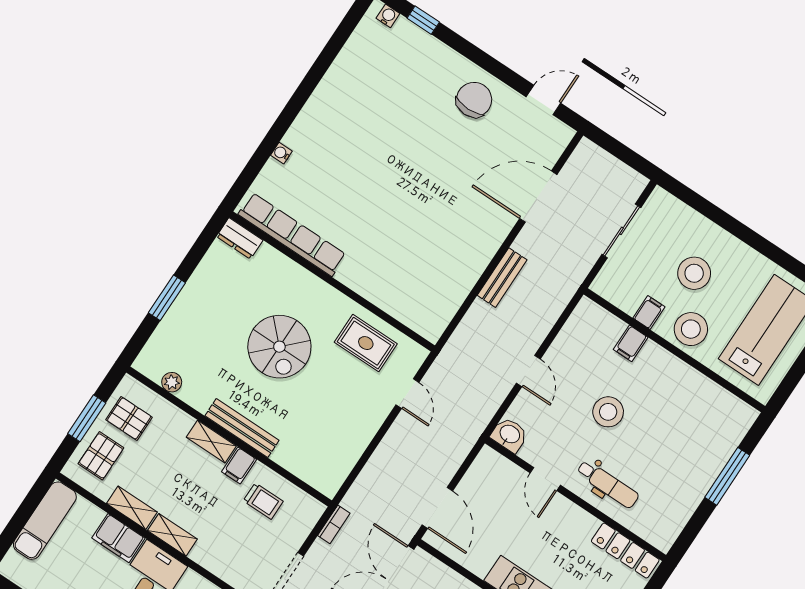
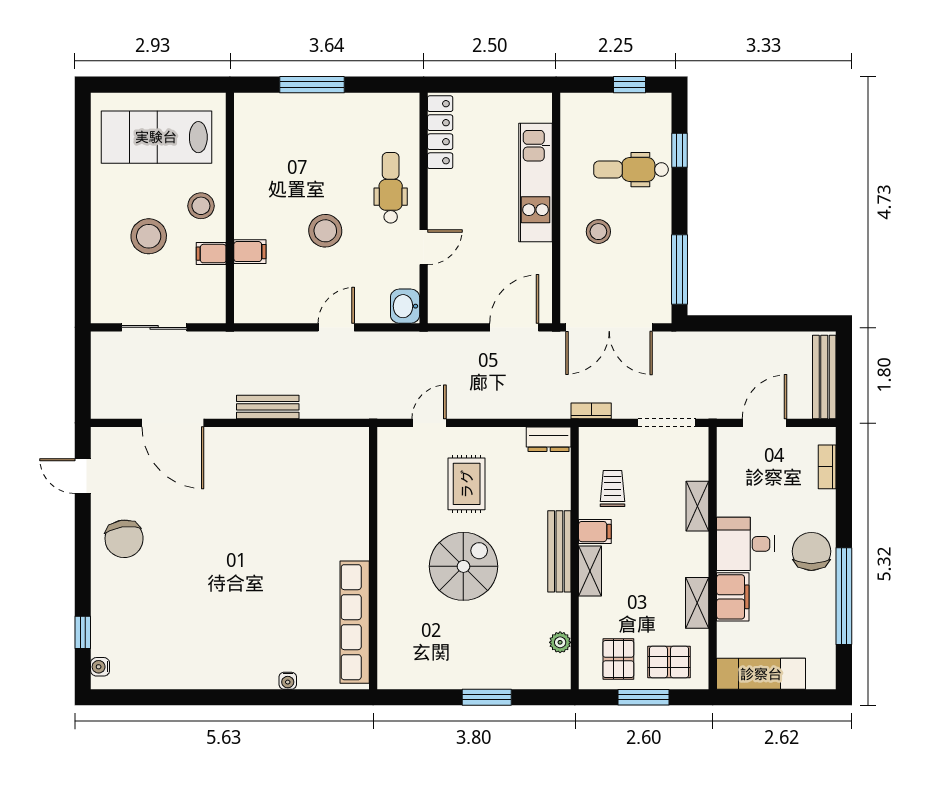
chair: (474, 100) -> (124, 539), turned -98
dresser: (240, 238) -> (549, 439), moved, turned 90
stool: (691, 329) -> (201, 206), width x0.73, depth x0.73
rug: (366, 343) -> (467, 484), moved
shelving: (172, 535) -> (697, 506), moved

